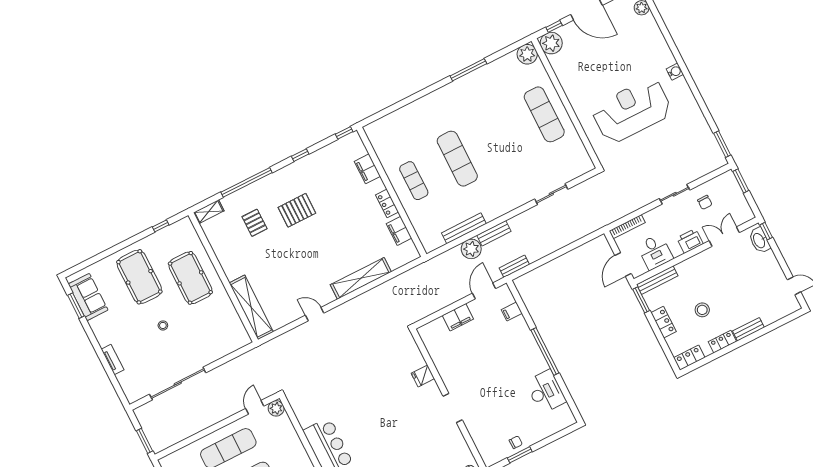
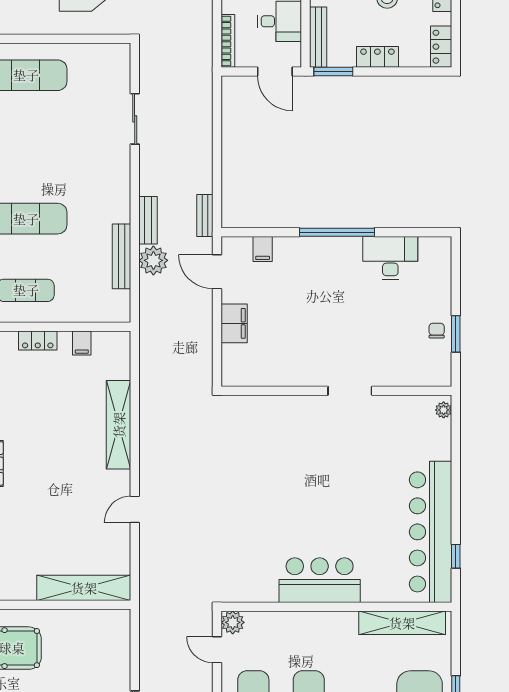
filing cabinet: (399, 231) -> (82, 343), width x0.50
fridge: (423, 376) -> (288, 408), removed

